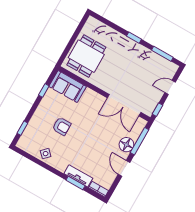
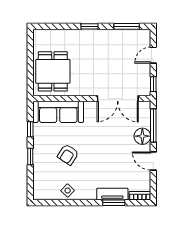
sofa: (68, 86) -> (58, 112), width x1.36
armchair: (62, 126) -> (68, 155), turned 123
window: (22, 128) -> (30, 157), moved

